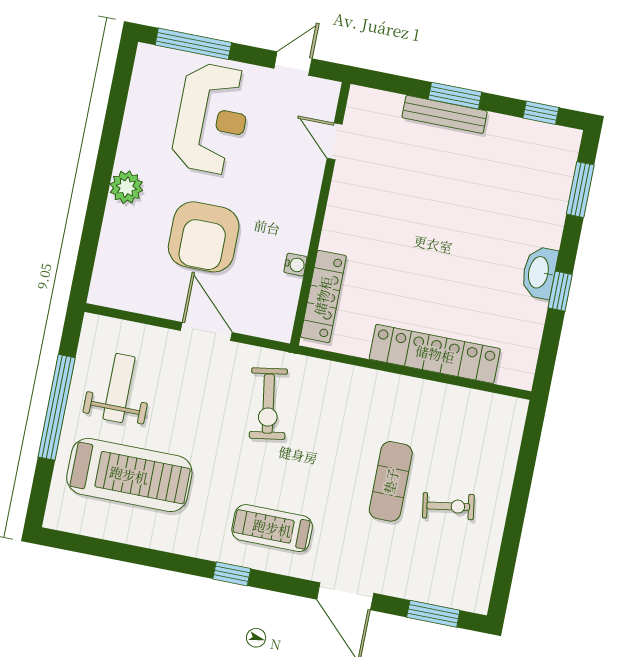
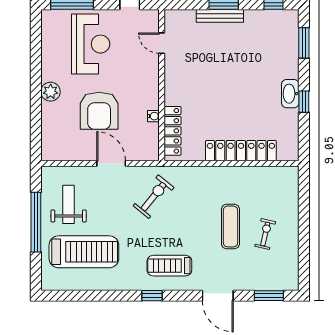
exercise bike: (268, 404) -> (154, 197), turned -132
exercise bike: (448, 506) -> (265, 234), turned -68

